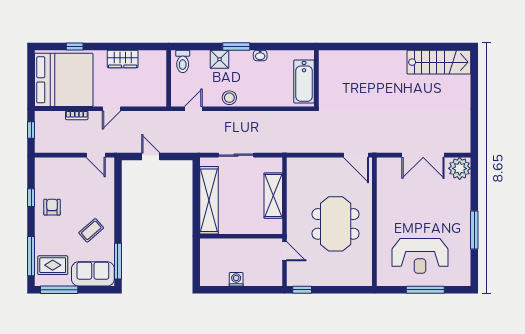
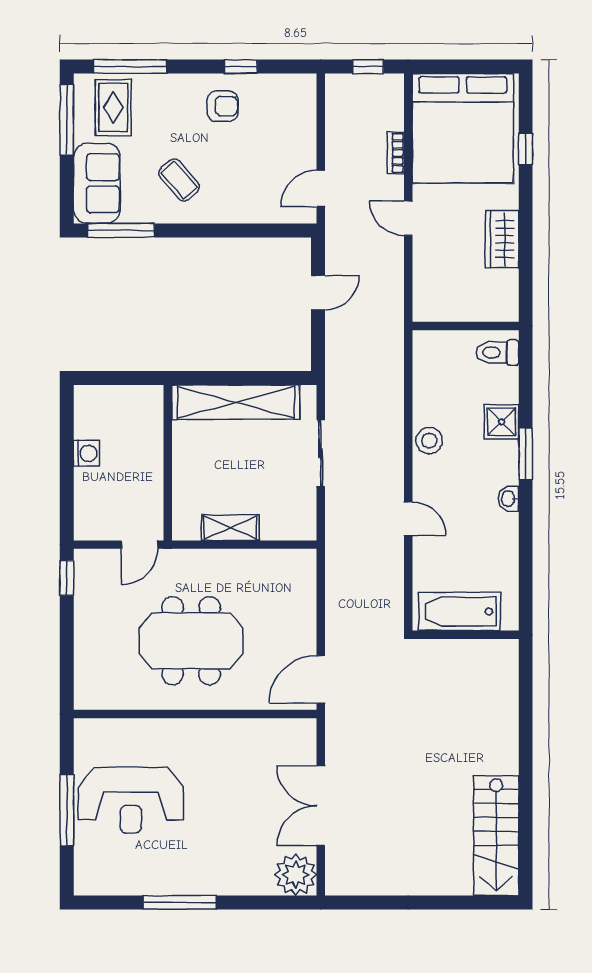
wall: (316, 78) -> (466, 635), moved
bathtub: (304, 81) -> (460, 611), moved
door: (193, 109) -> (408, 519), moved
shelving: (273, 196) -> (230, 528), width x0.67, depth x0.75
reception desk: (420, 256) -> (131, 800), turned -90

